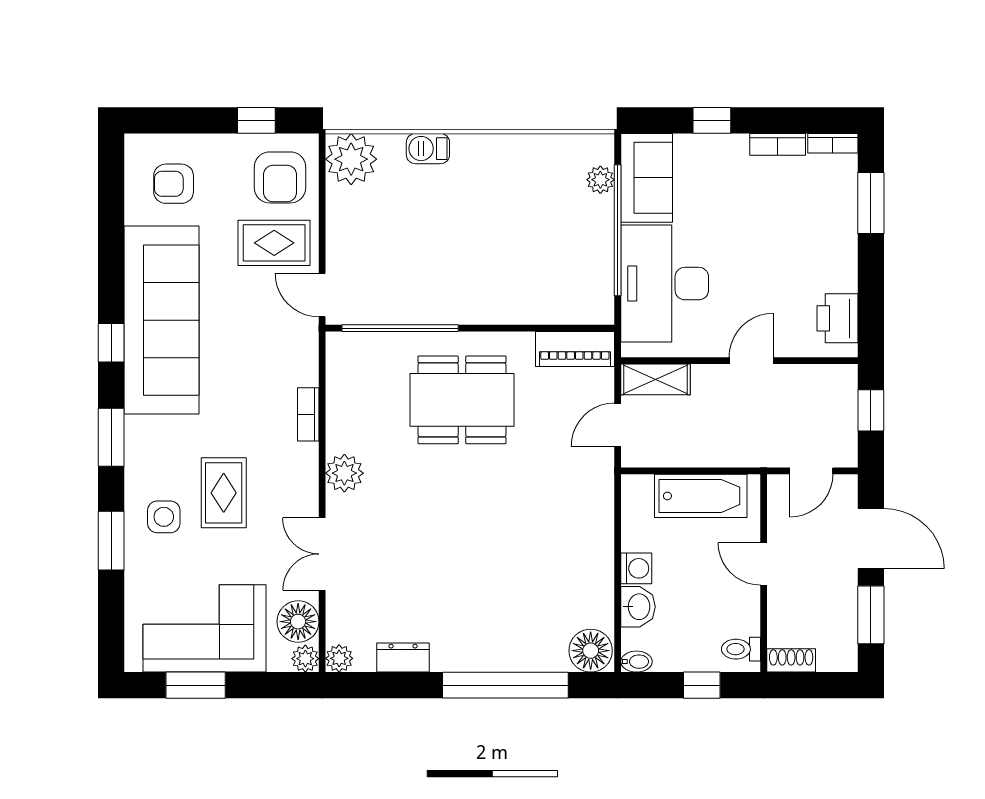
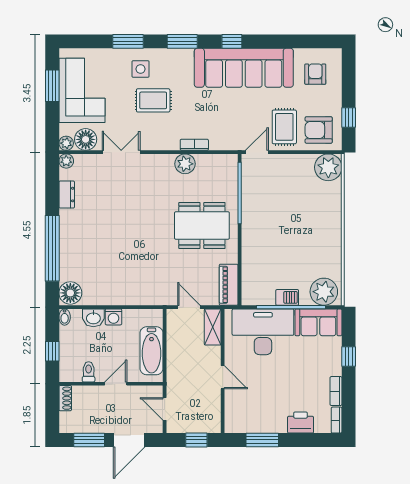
barbecue: (428, 149) -> (287, 297), moved, turned 90
plant: (600, 180) -> (324, 292), width x1.87, depth x1.87
window: (871, 203) -> (262, 440), moved
printer: (838, 318) -> (301, 423), moved
dining table: (462, 400) -> (202, 225), turned 90
plant: (344, 473) -> (185, 164), moved
toilet: (741, 649) -> (89, 372), moved

